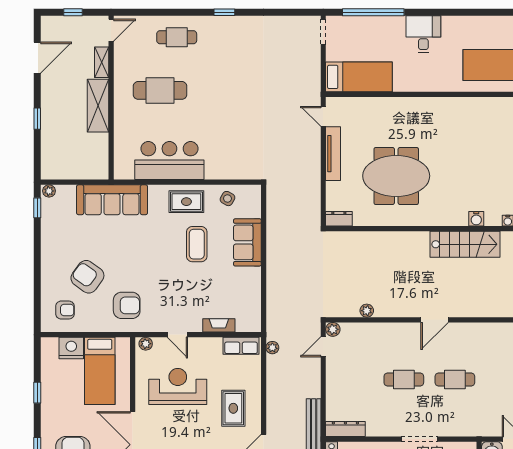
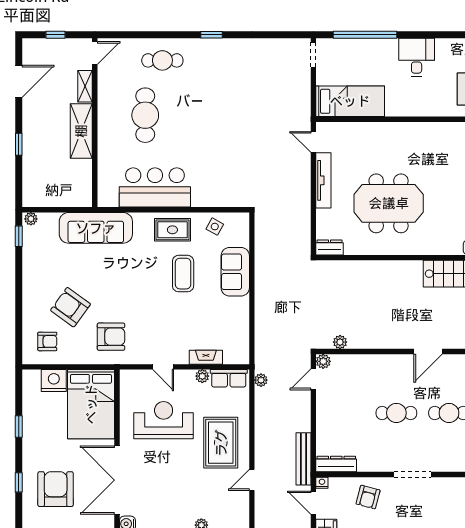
cafe table: (160, 90) -> (145, 115), turned 90
plant: (367, 311) -> (340, 342), moved
plant: (146, 344) -> (202, 376), moved
bed: (100, 371) -> (91, 404), width x1.50
rug: (233, 408) -> (221, 443), width x1.36, depth x1.43

